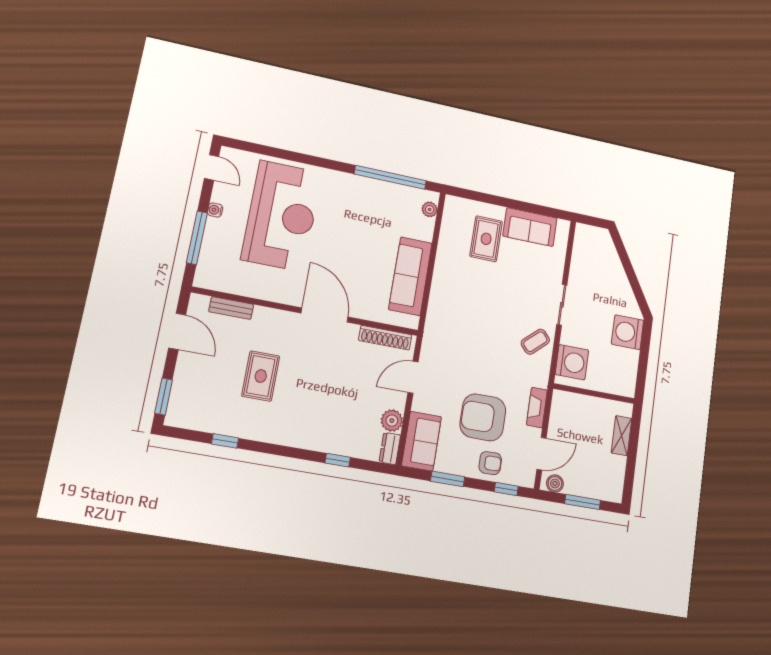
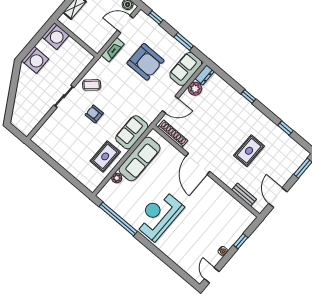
plant: (430, 209) -> (117, 178), moved
reception desk: (282, 216) -> (159, 215), moved, width x0.74, depth x0.77
sofa: (530, 227) -> (132, 132), moved, turned -90
window: (197, 238) -> (241, 241), width x0.46
rug: (486, 239) -> (105, 156), moved
washing machine: (572, 362) -> (56, 36), moved, turned 180
window: (338, 460) -> (248, 96), moved
armchair: (490, 463) -> (94, 114), moved

